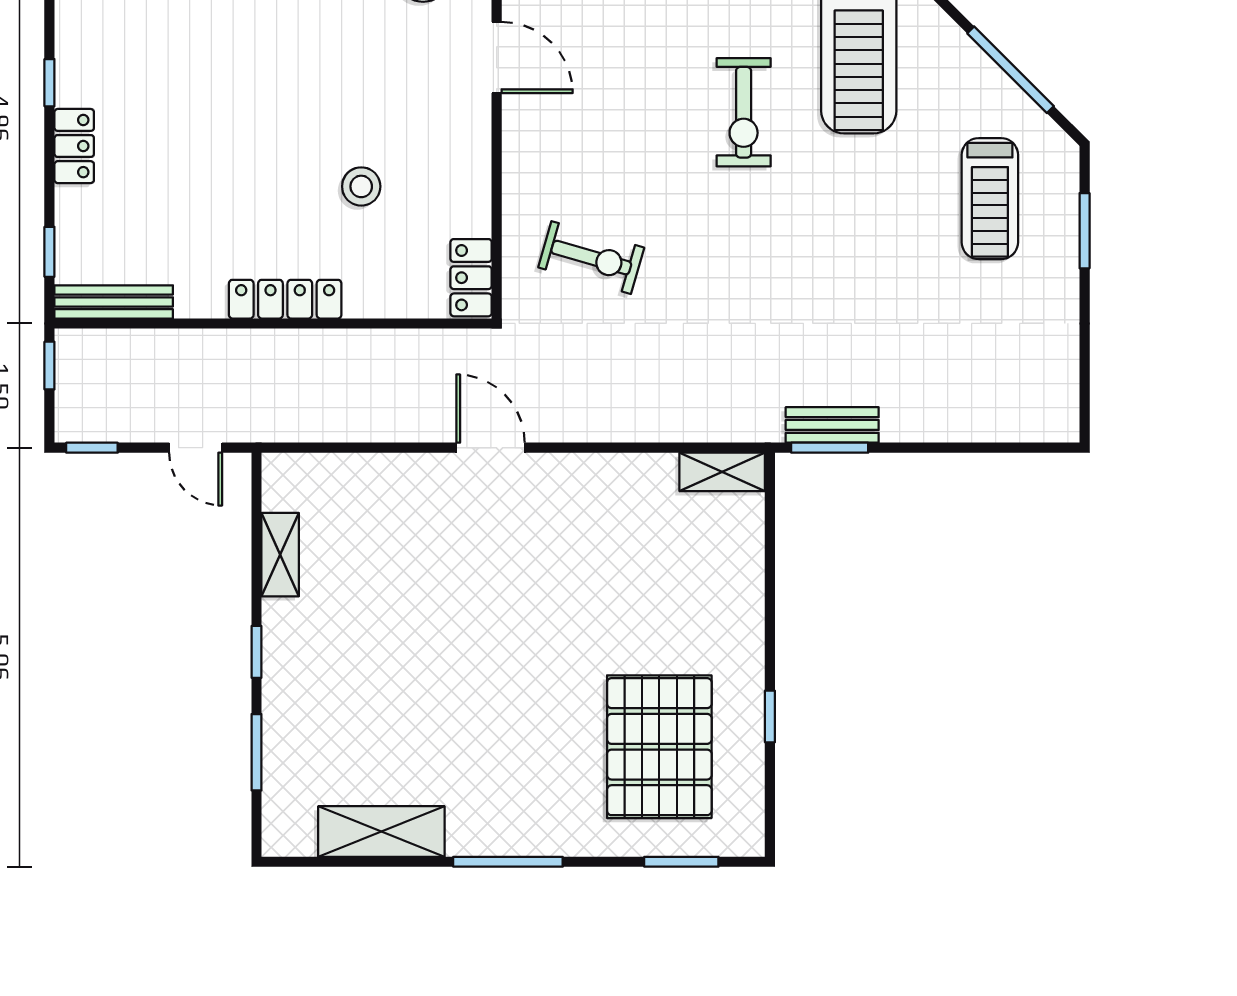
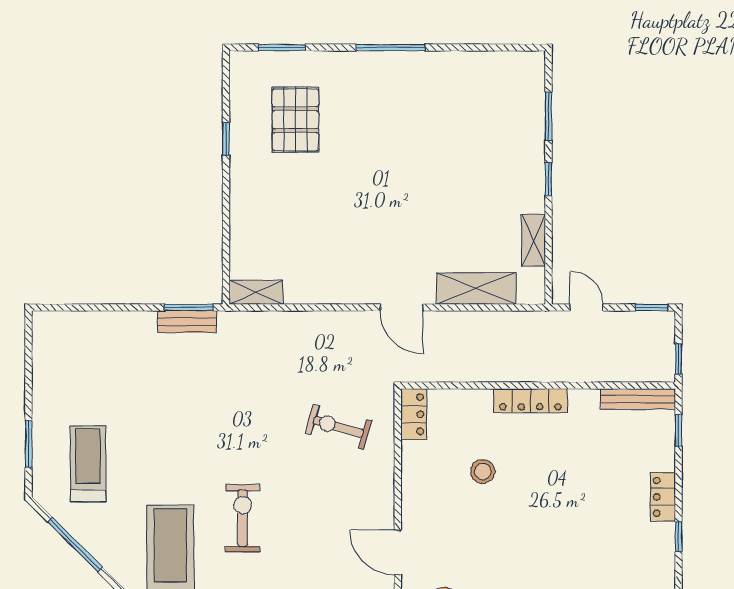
pallet: (659, 747) -> (296, 120), width x0.73, depth x0.71
shelving: (381, 832) -> (476, 288), moved

